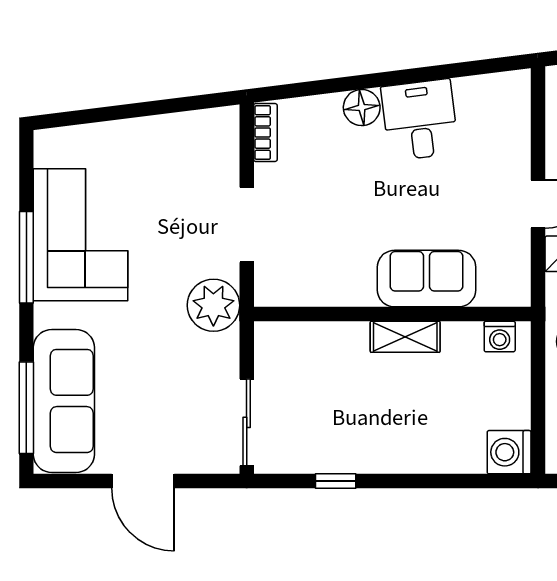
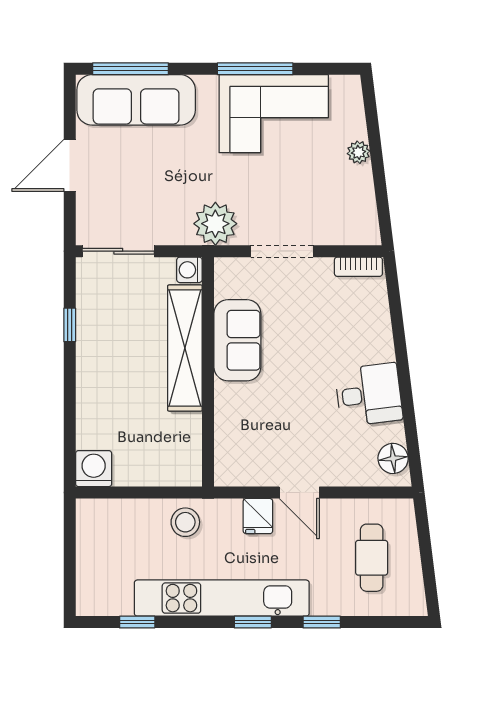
floor lamp: (362, 108) -> (393, 458), moved
plant: (127, 132) -> (359, 152), added
sofa: (427, 279) -> (237, 340), moved
shelving: (405, 337) -> (185, 348), width x2.20, depth x1.33
washing machine: (500, 337) -> (189, 270), moved

